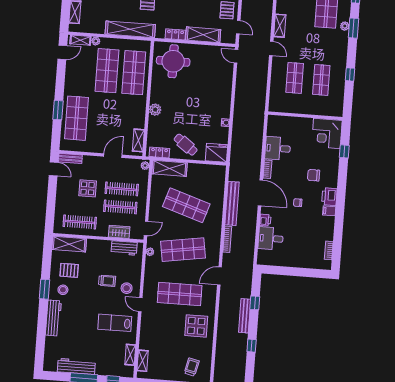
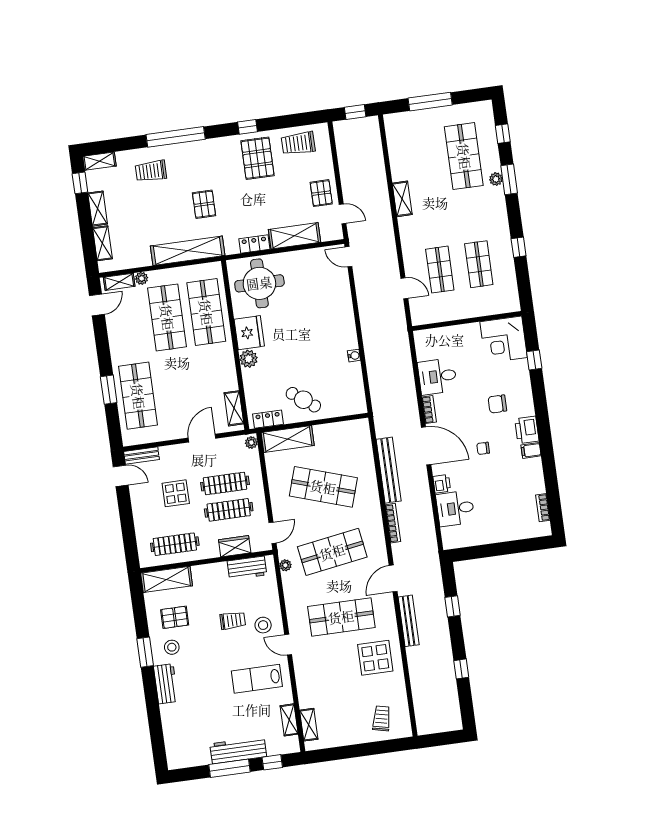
door: (271, 48) -> (404, 288), moved
fridge: (217, 153) -> (249, 333), moved, turned 90
bench: (245, 316) -> (409, 621), moved
workbench: (53, 318) -> (166, 684), width x0.73
workbench: (76, 366) -> (238, 750), moved

